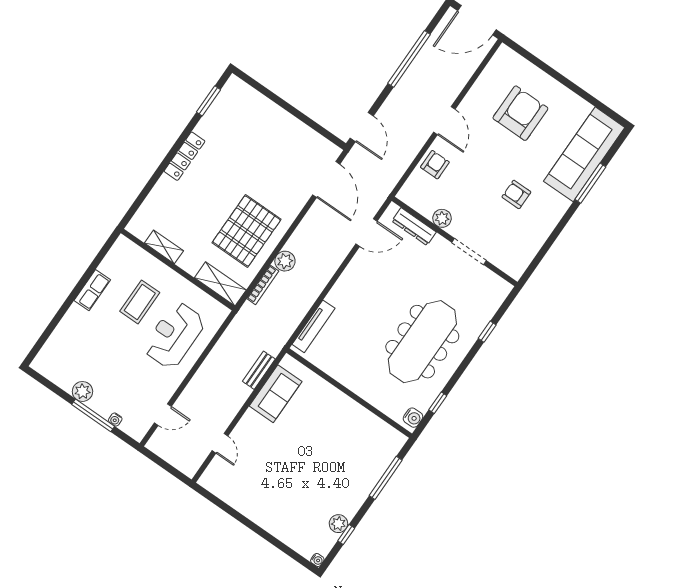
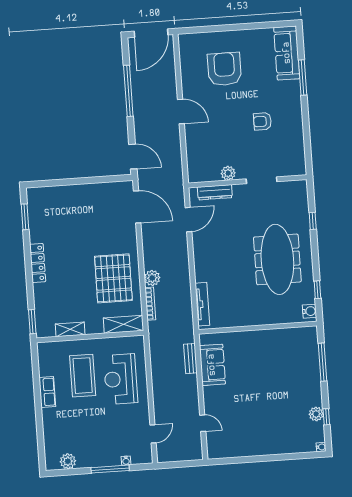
sofa: (584, 154) -> (287, 53), width x0.74, depth x0.79
armchair: (435, 165) -> (197, 144), removed
window: (133, 209) -> (32, 322), added
coffee table: (140, 302) -> (83, 376), width x1.36, depth x1.32
plant: (82, 391) -> (68, 461), moved

